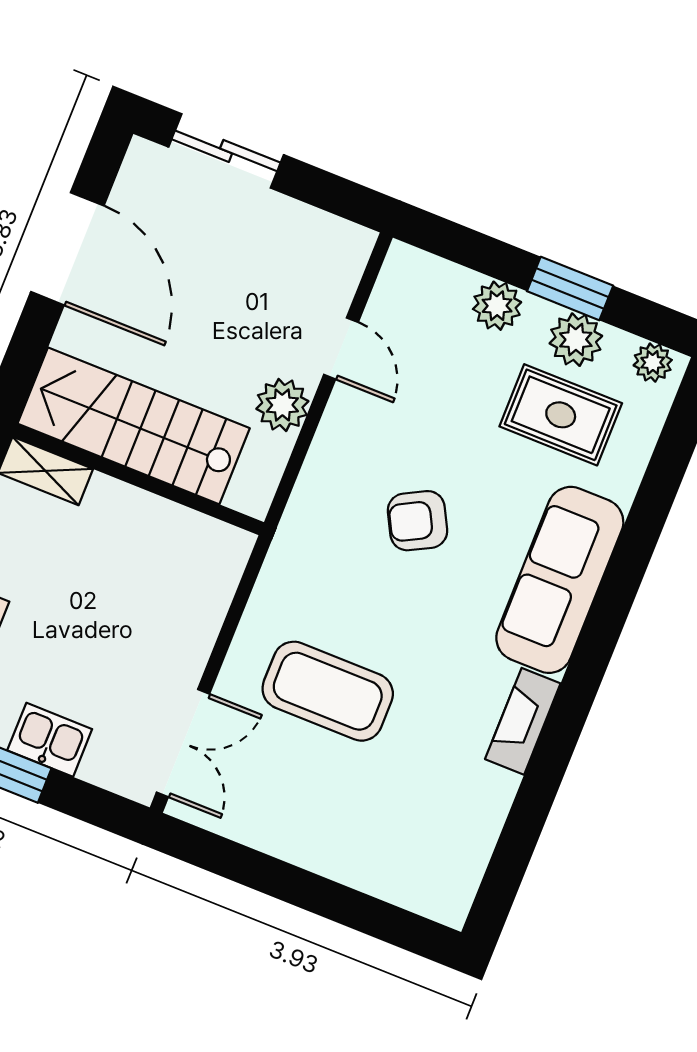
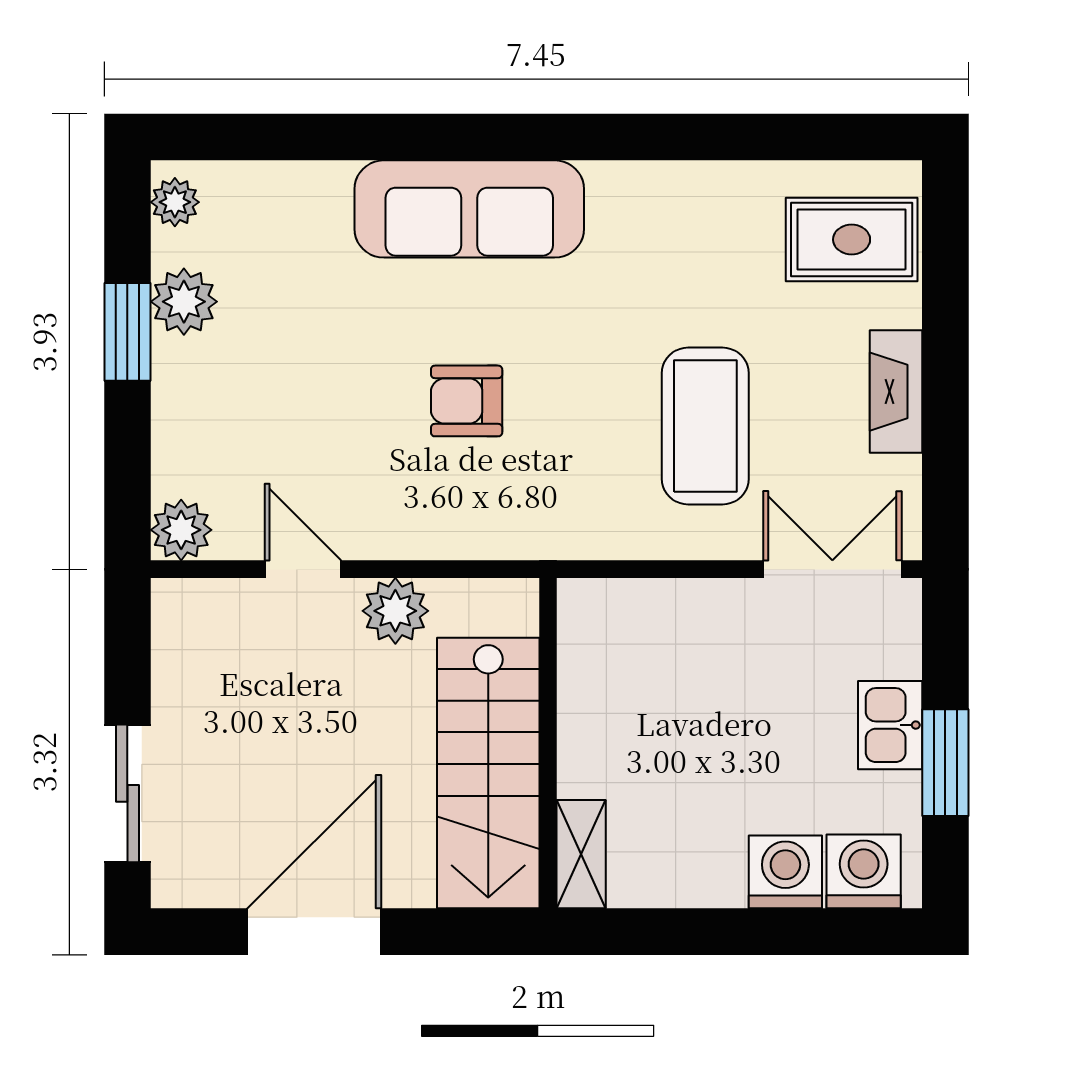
plant: (497, 306) -> (181, 530), moved
door: (341, 348) -> (303, 569), hinge flipped
rug: (561, 415) -> (852, 240), moved, turned 90
armchair: (417, 521) -> (467, 401), turned 118
fireplace: (523, 721) -> (896, 392), moved, turned 90

